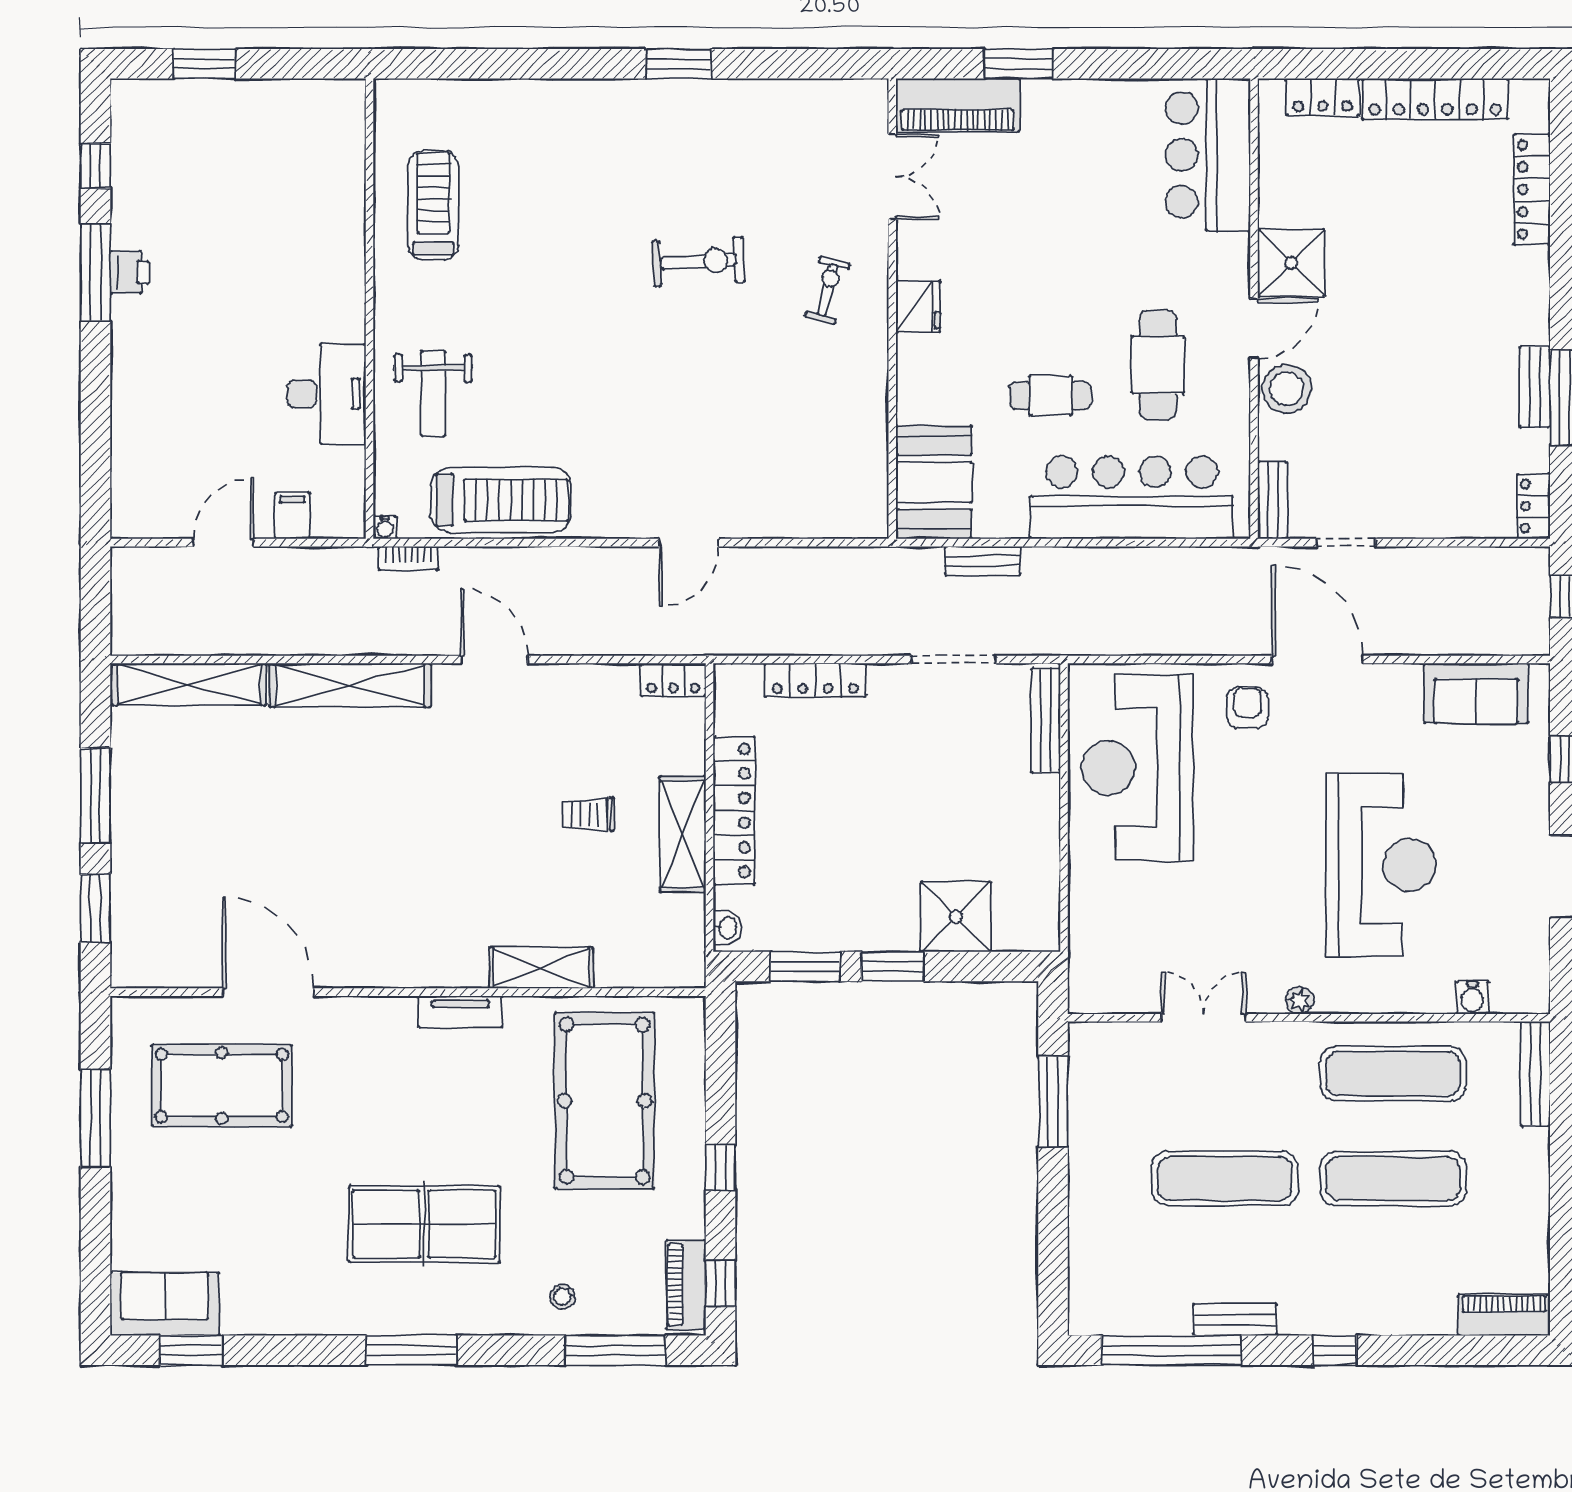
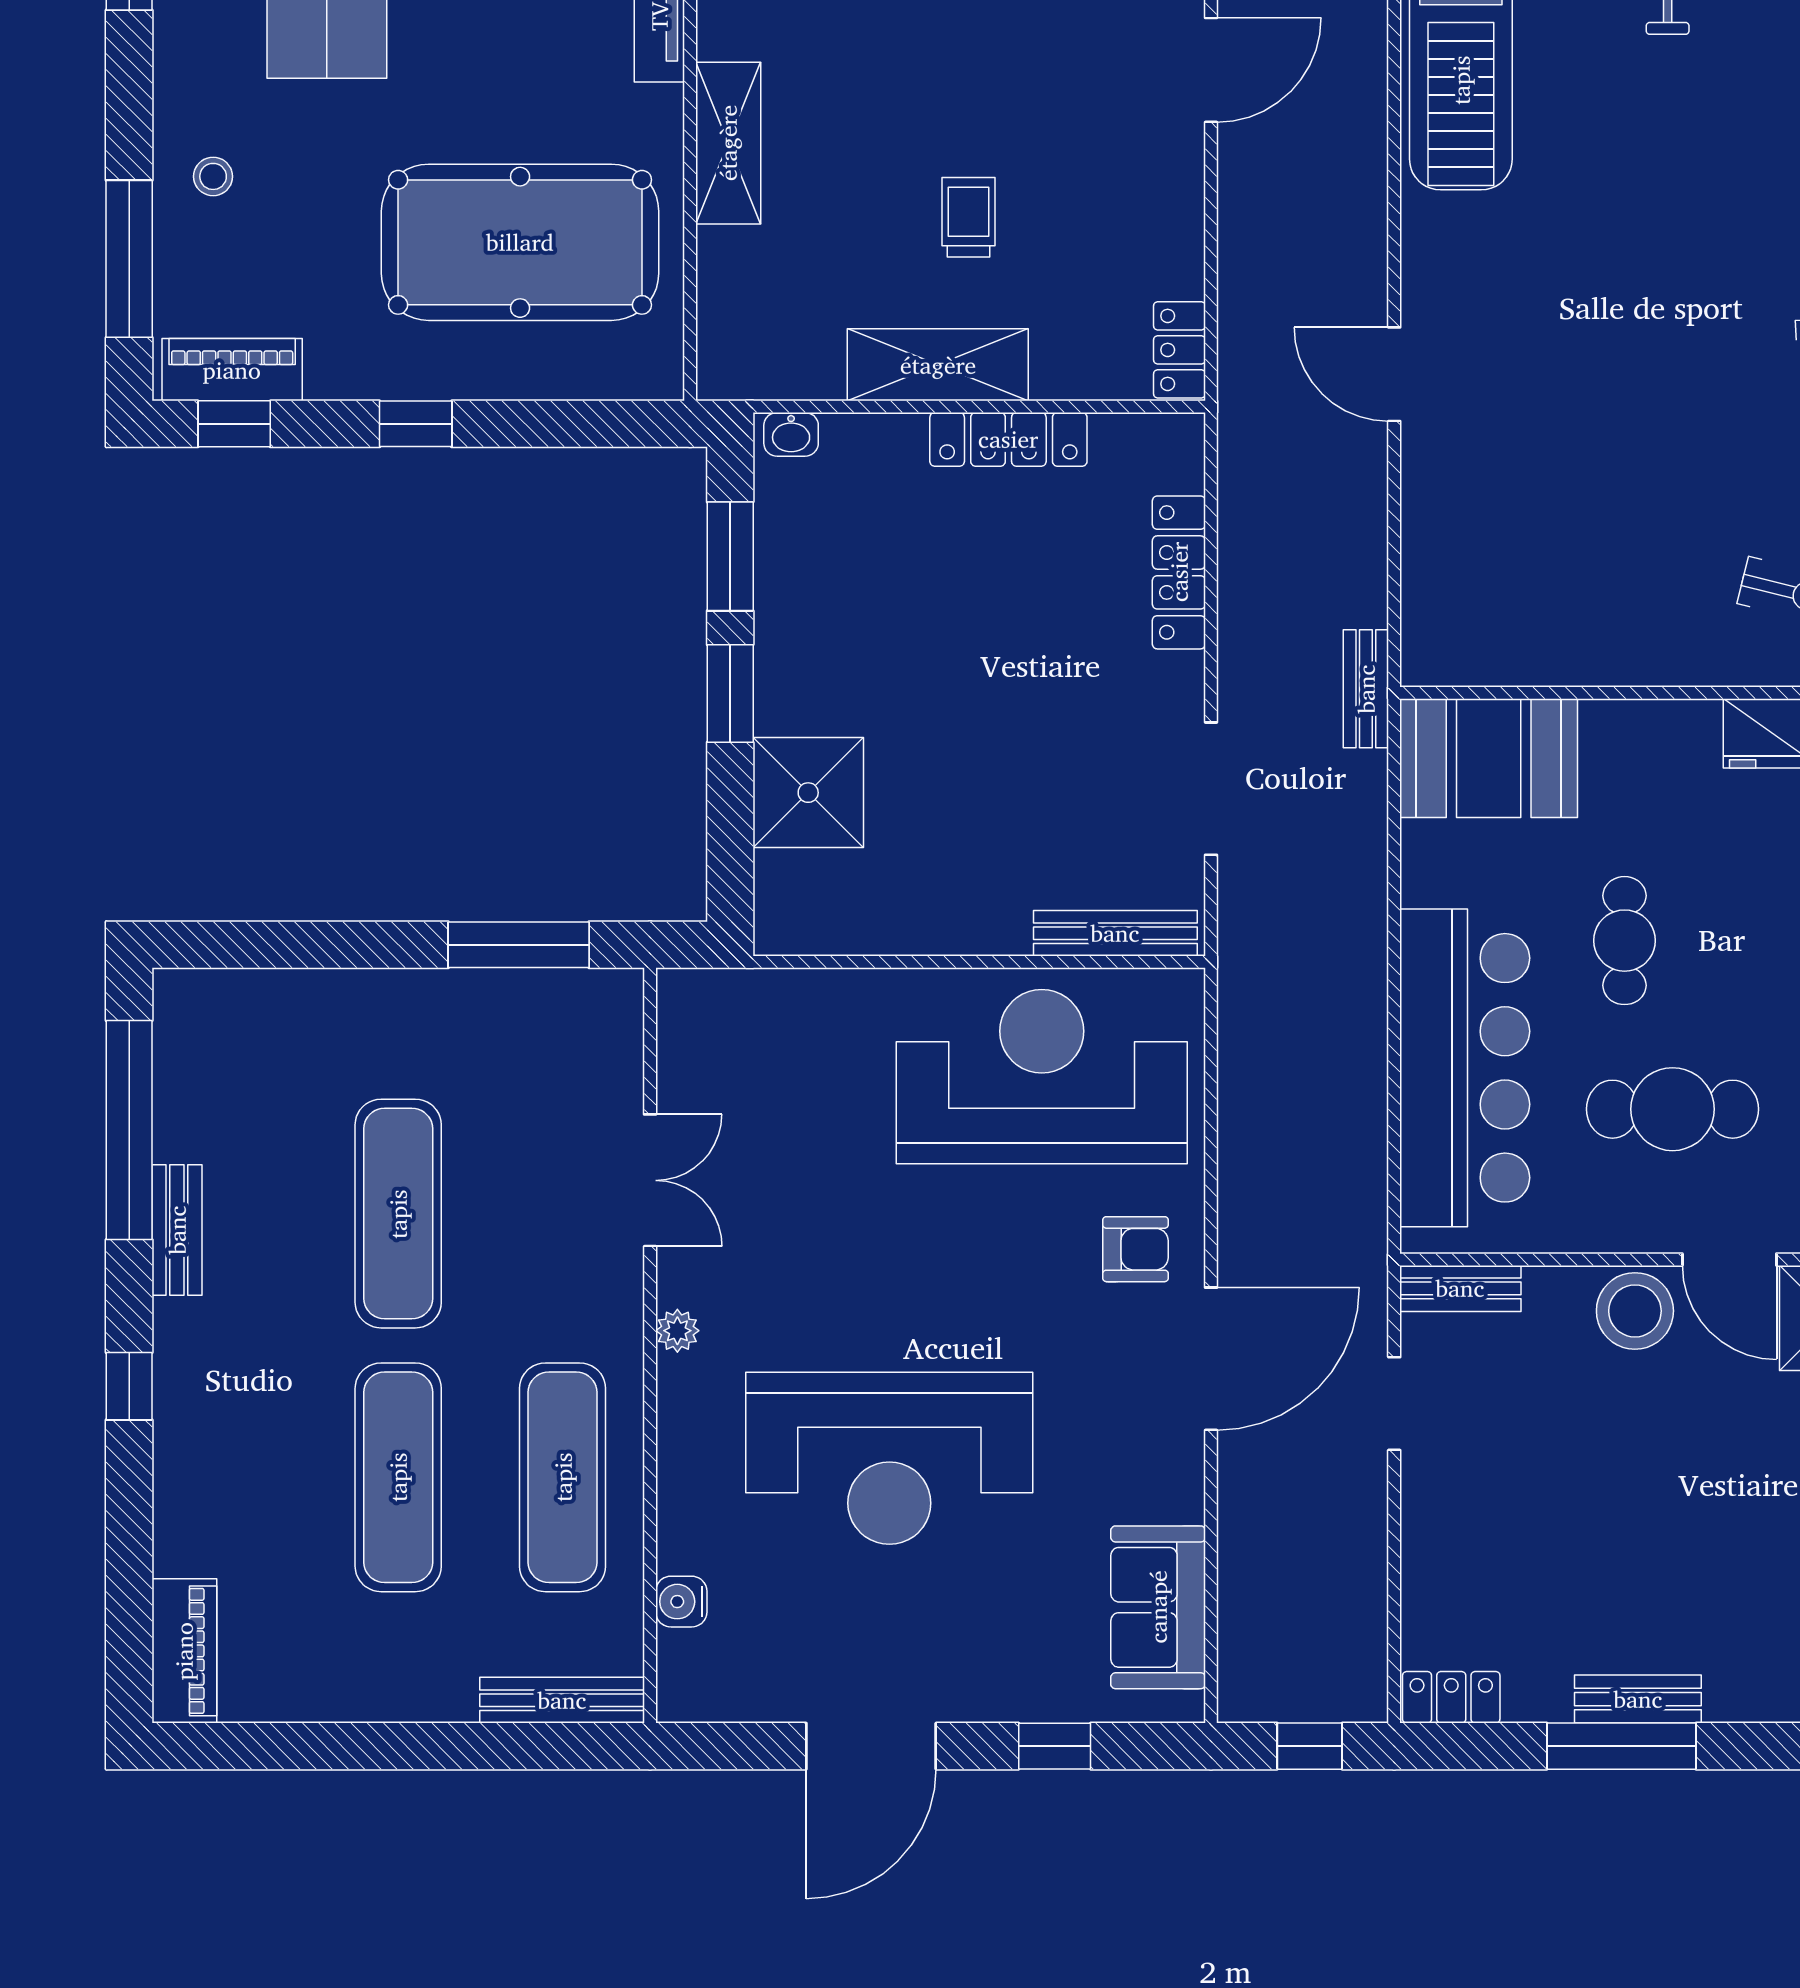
bench: (983, 561) -> (1366, 689), moved
locker: (734, 811) -> (1008, 439), width x0.71, depth x0.83

